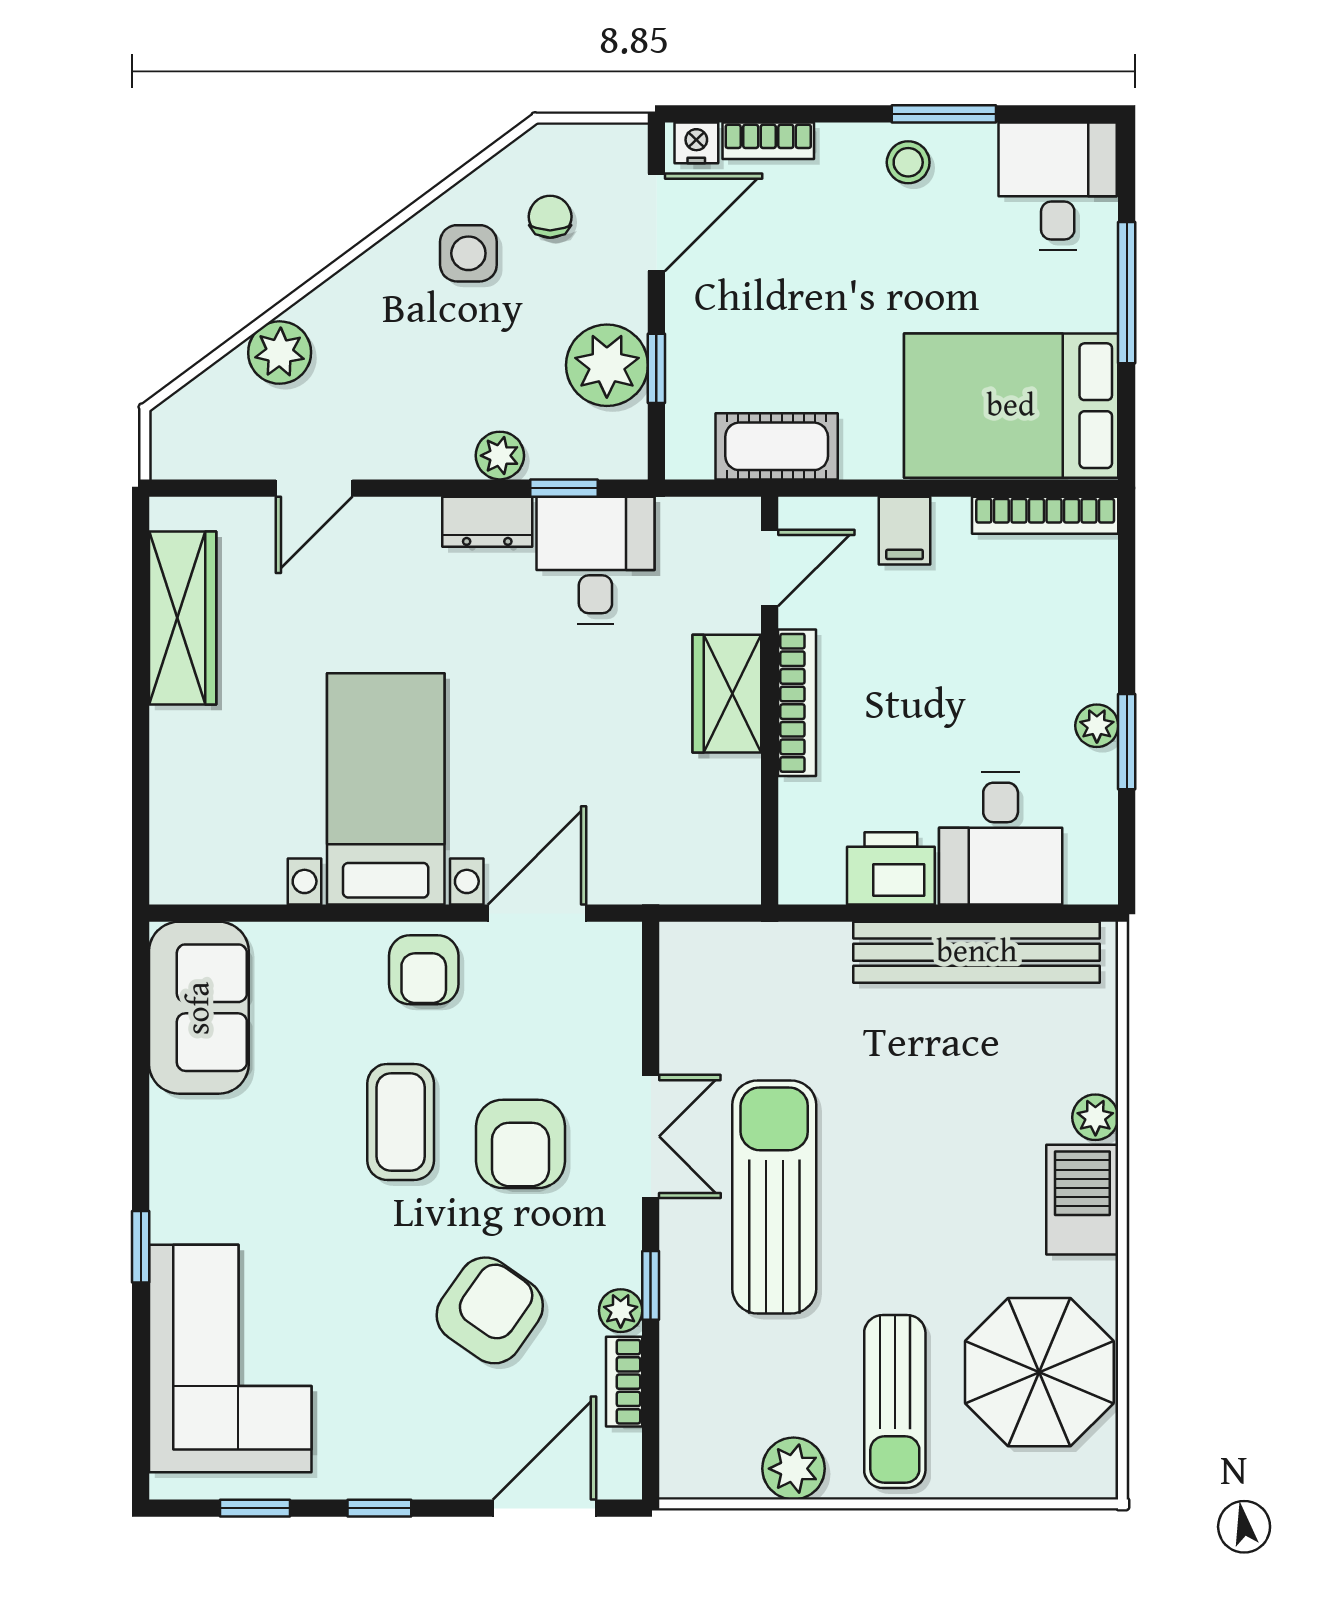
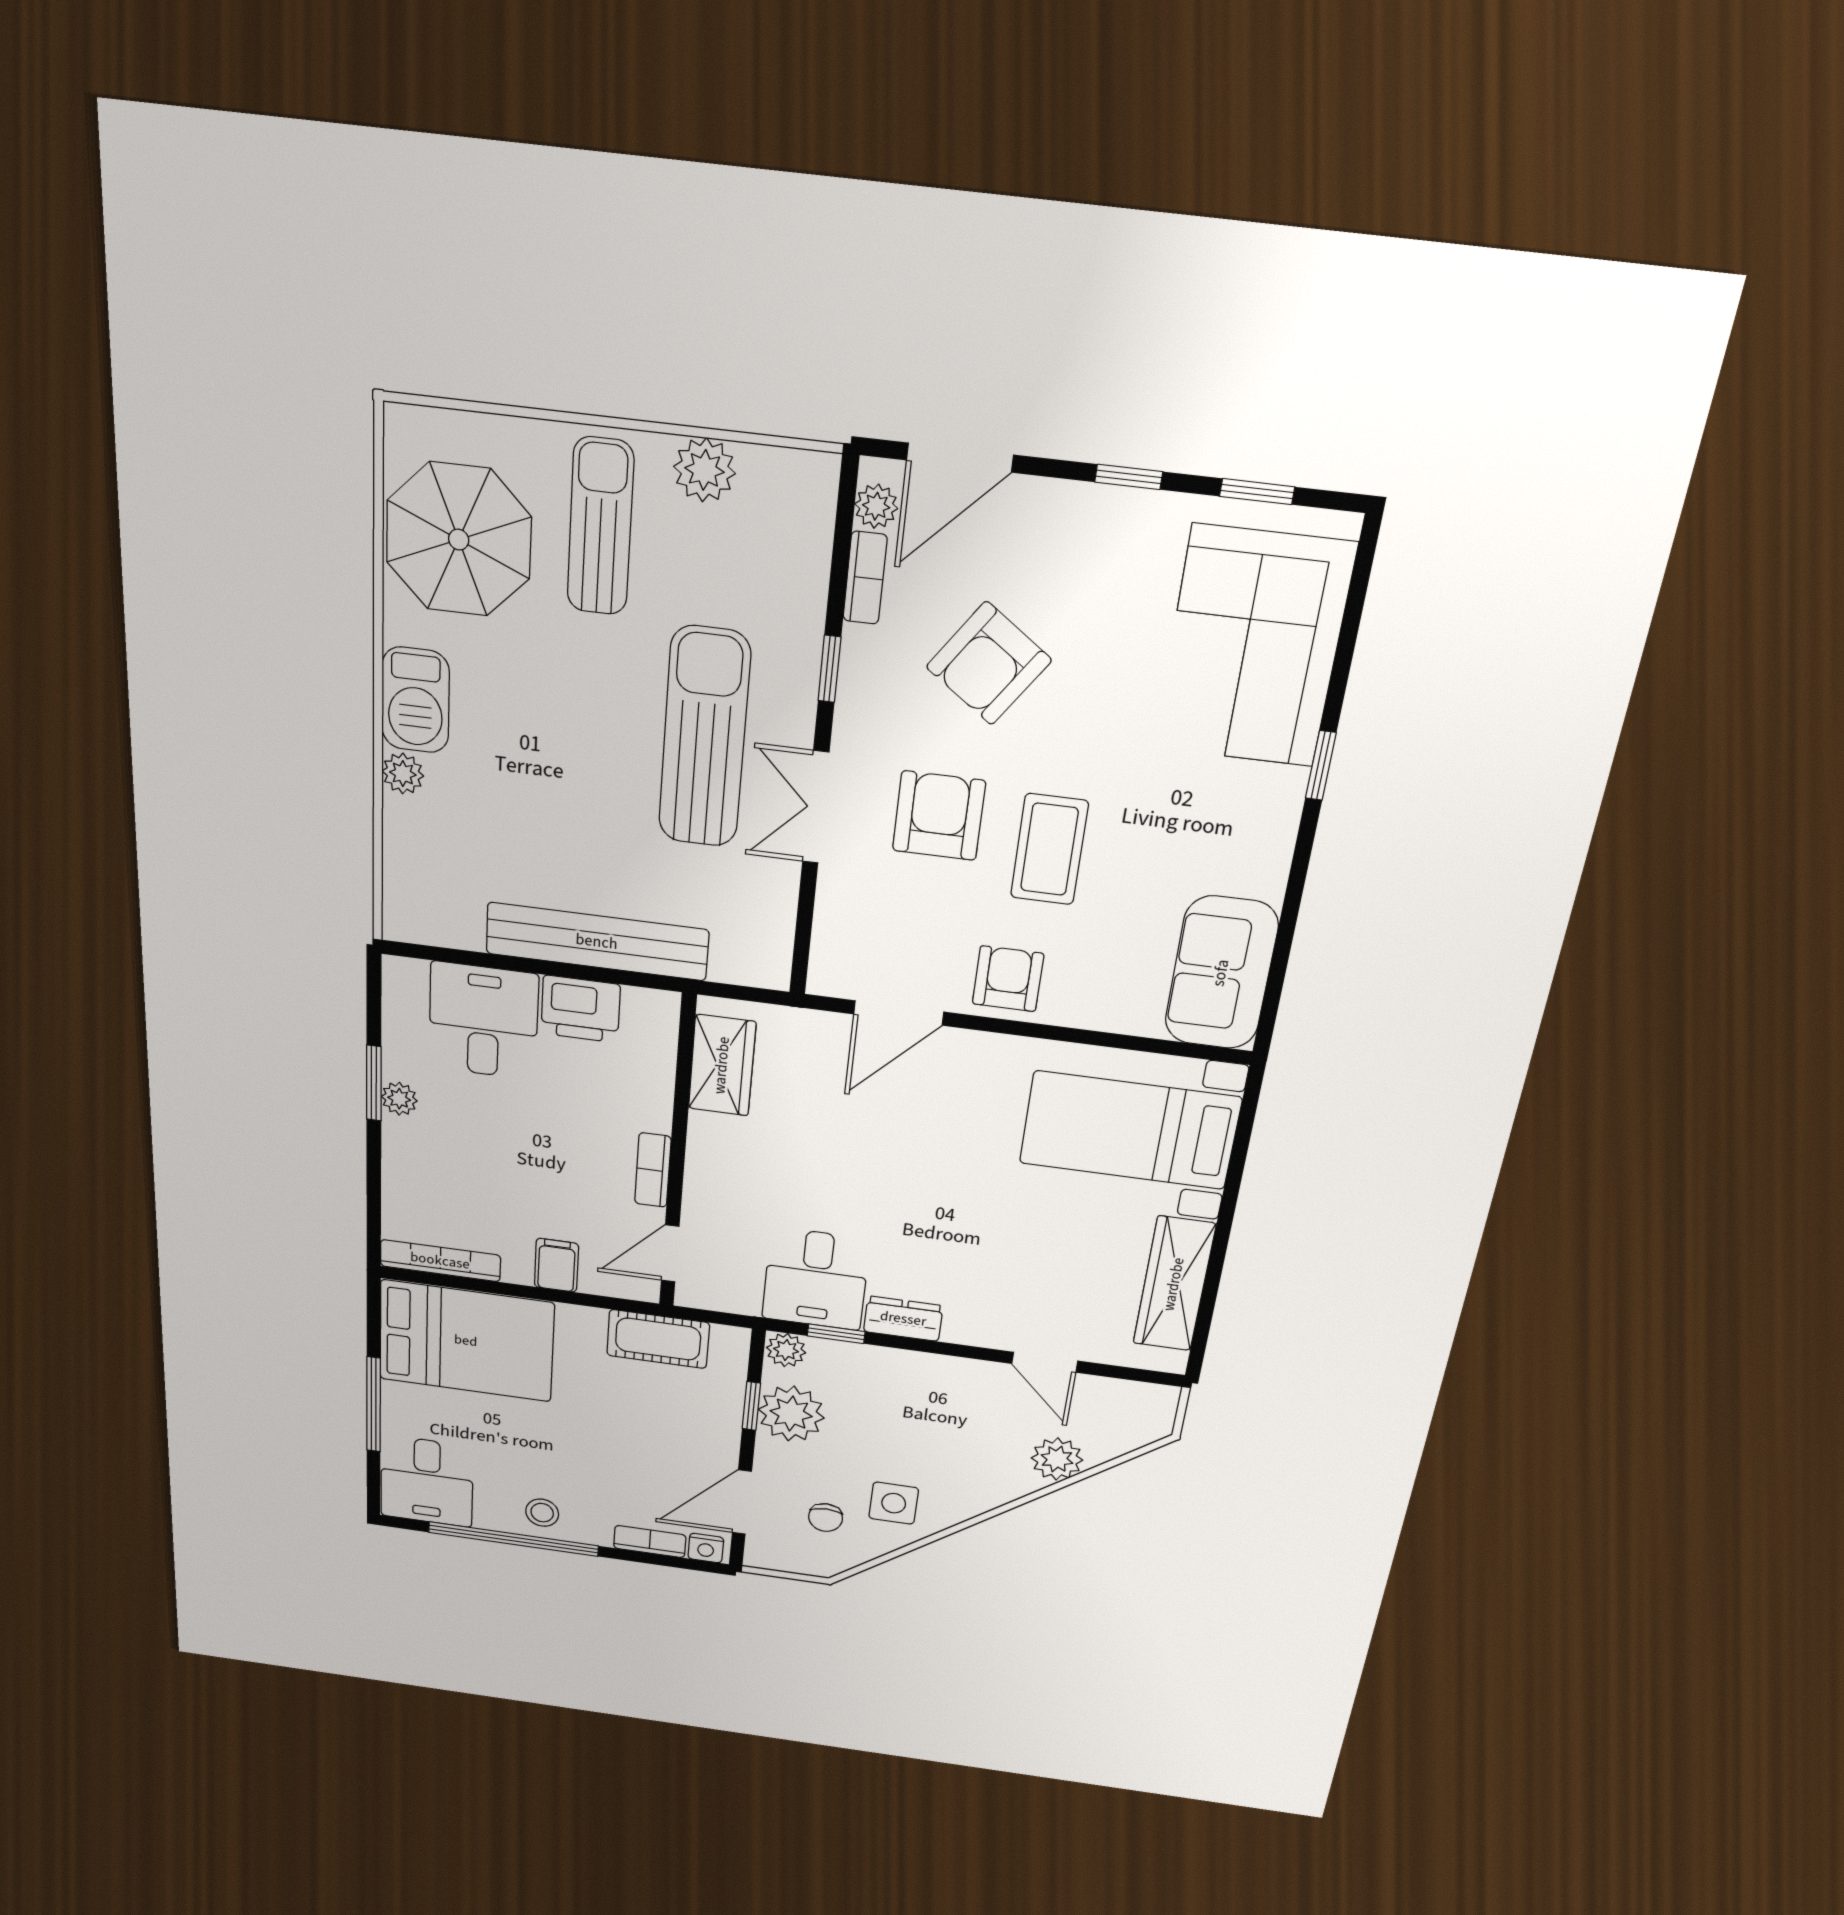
window: (944, 114) -> (513, 1539), width x2.11
plant: (500, 456) -> (786, 1350), moved
door: (314, 488) -> (1045, 1362), swing flipped
wardrobe: (727, 694) -> (722, 1065), moved
bookcase: (797, 703) -> (653, 1170), width x0.64
bed with nightstands: (386, 789) -> (1130, 1130), moved, turned 90
bench: (977, 952) -> (597, 942), moved
sun lounger: (774, 1197) -> (704, 738), turned 180
plant: (621, 1311) -> (876, 506), moved

